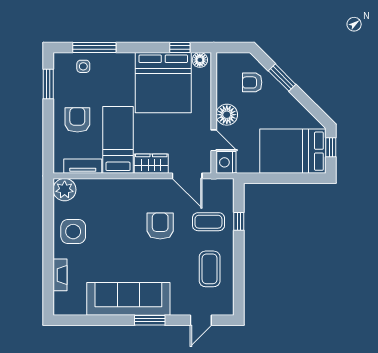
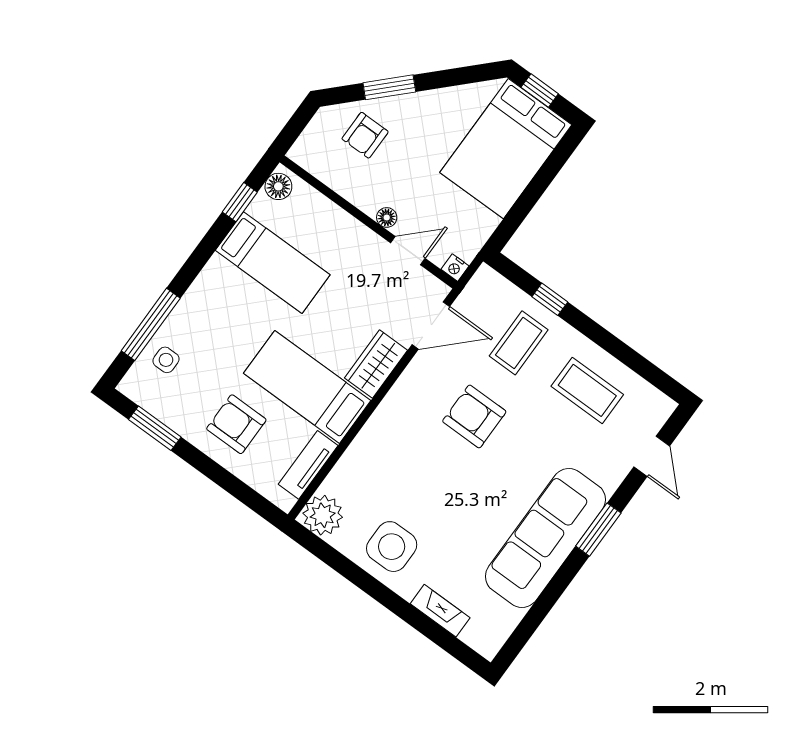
bed: (163, 83) -> (273, 263), width x0.49
floor lamp: (227, 115) -> (387, 217), width x0.53, depth x0.53
nightstand: (226, 162) -> (455, 268), width x0.53, depth x0.56

